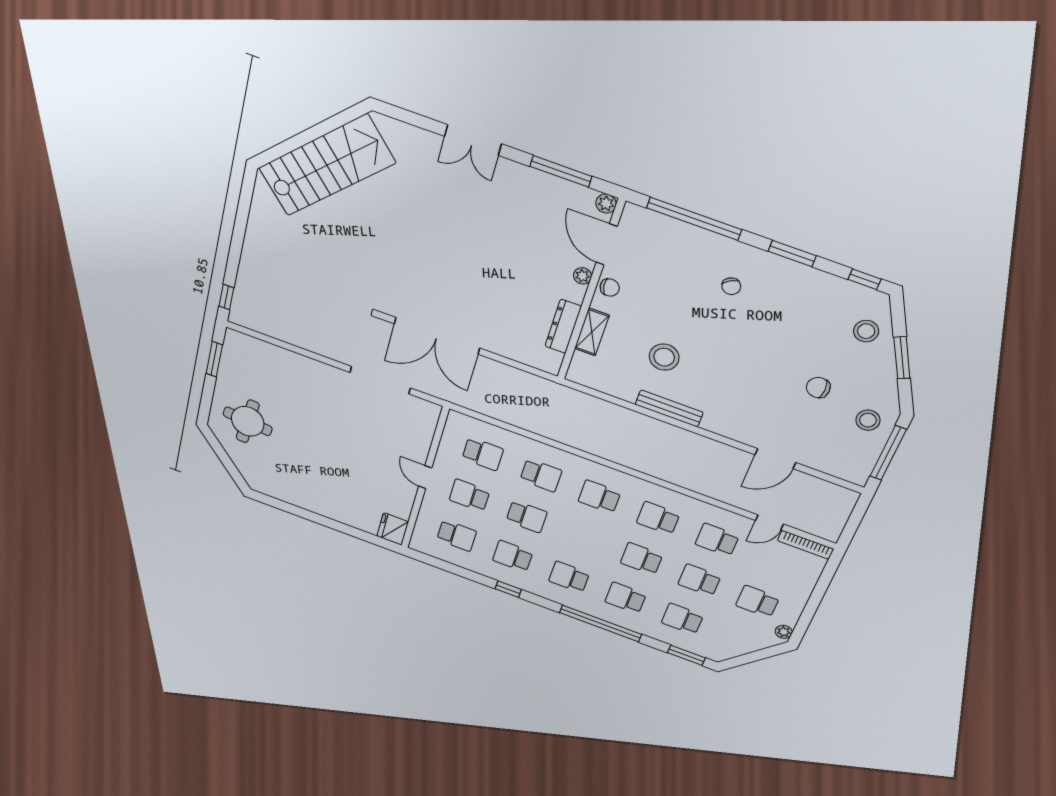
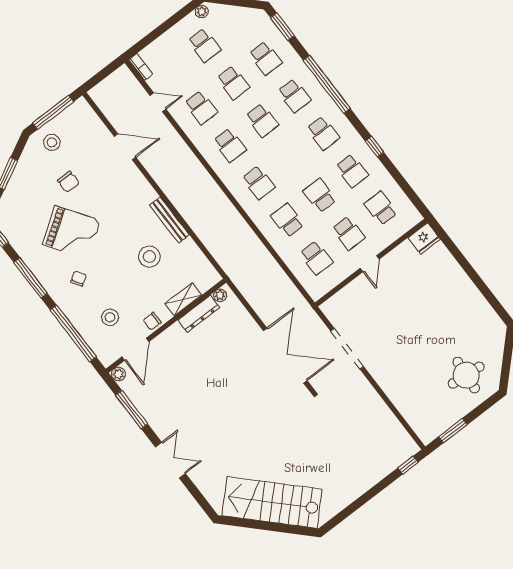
window: (792, 254) -> (31, 278), width x1.44
plant: (583, 276) -> (220, 295), moved
chair: (610, 288) -> (152, 321), turned -82
stool: (866, 331) -> (110, 317), moved
grand piano: (776, 333) -> (71, 233), added
school desk: (483, 454) -> (316, 258), turned 180
bookcase: (805, 545) -> (141, 67), width x0.64

